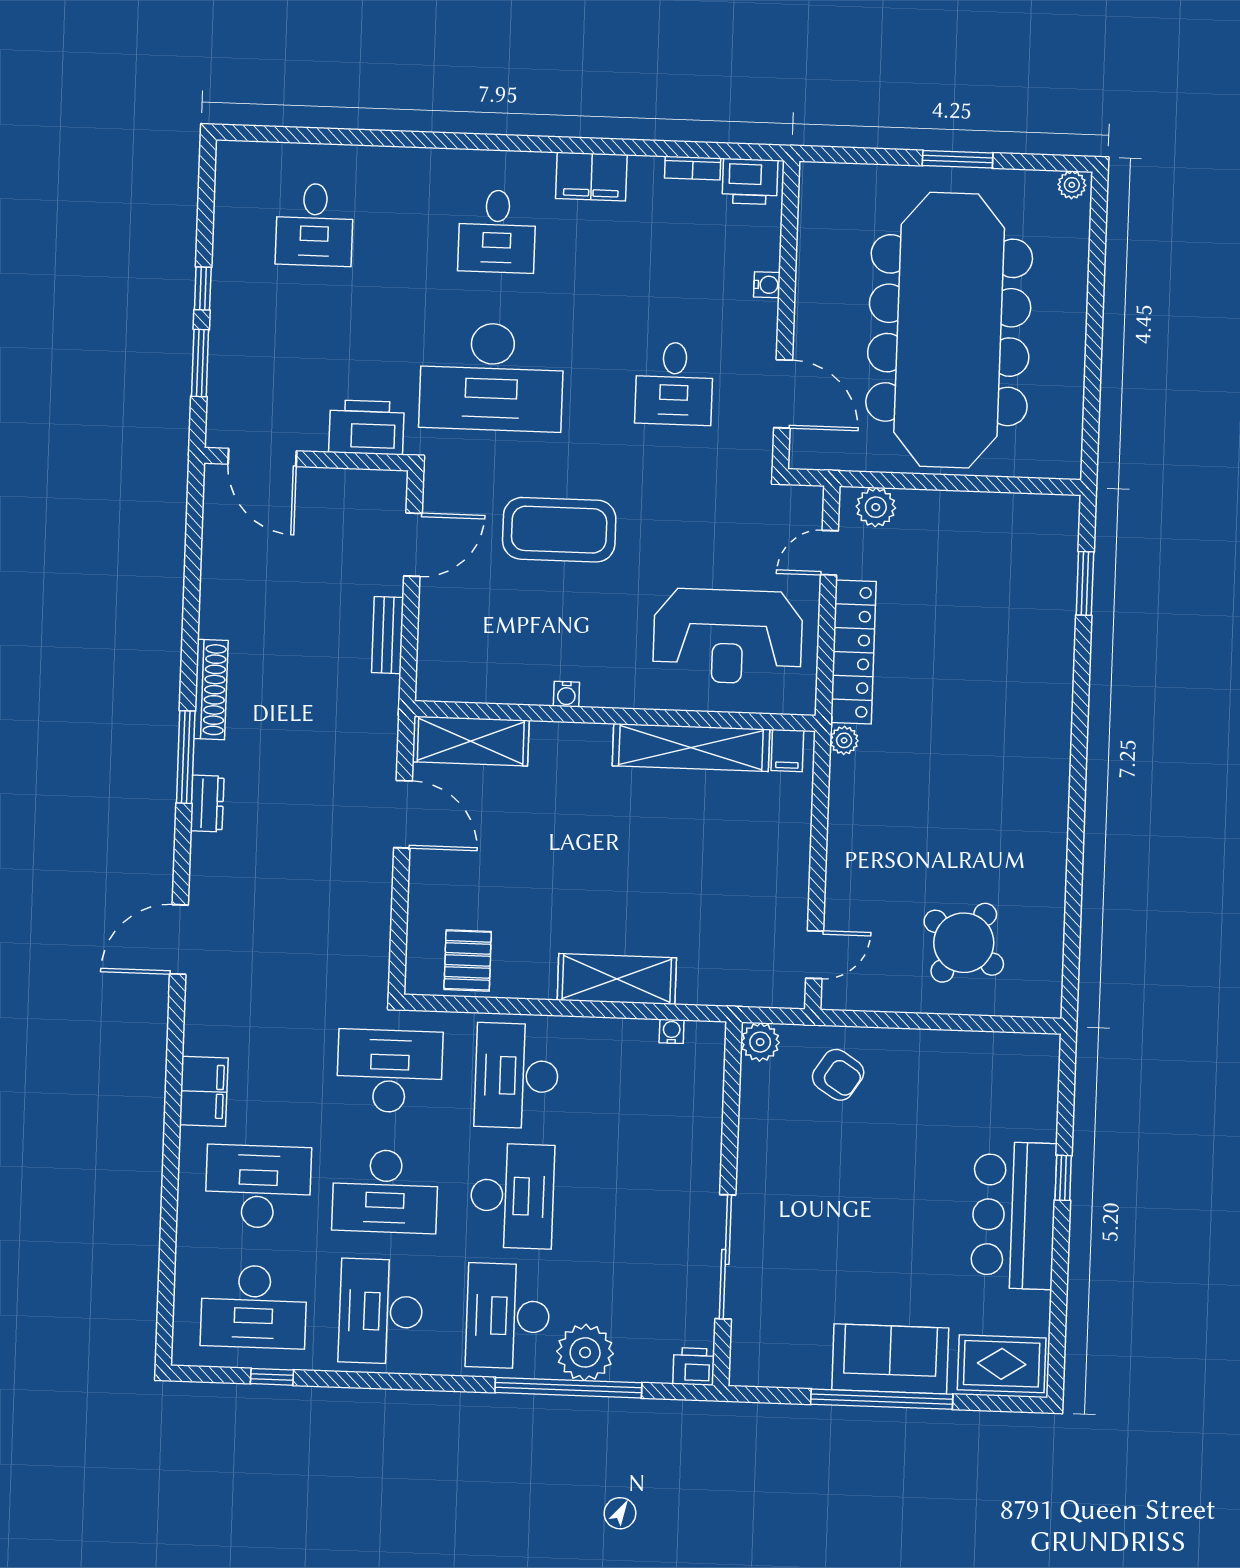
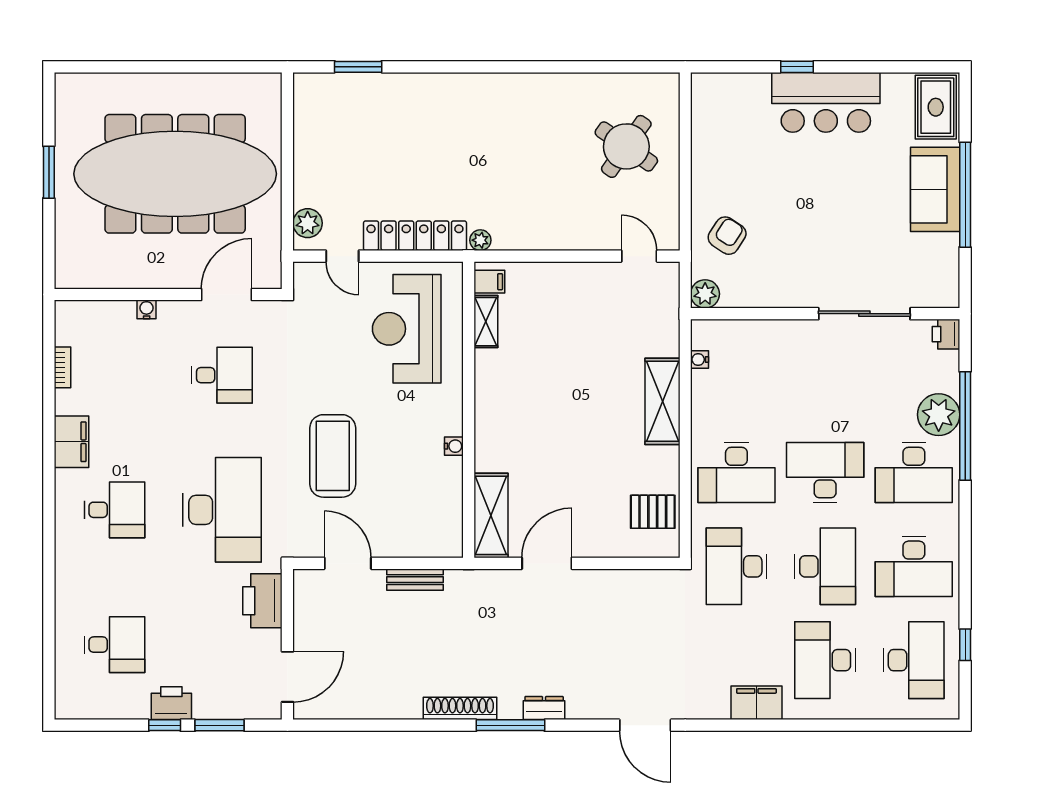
printer: (750, 181) -> (171, 703), moved, turned -90
plant: (1072, 185) -> (65, 87), removed
reception desk: (728, 636) -> (407, 329), turned 180
shelving: (691, 747) -> (486, 322), width x0.45, depth x0.75

